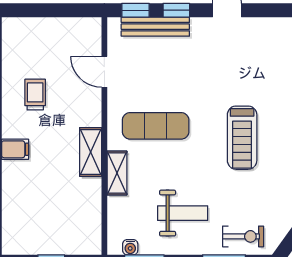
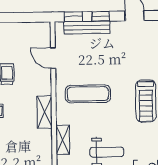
shelving: (117, 173) -> (63, 140), moved

